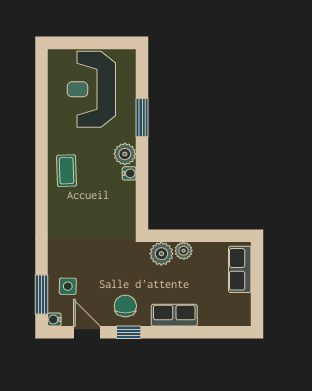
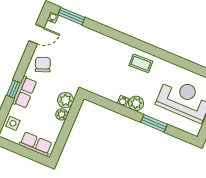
side table: (68, 286) -> (13, 123), moved
chair: (125, 306) -> (43, 65), turned -111
window: (129, 332) -> (13, 89), moved

